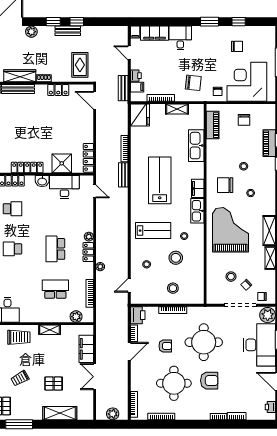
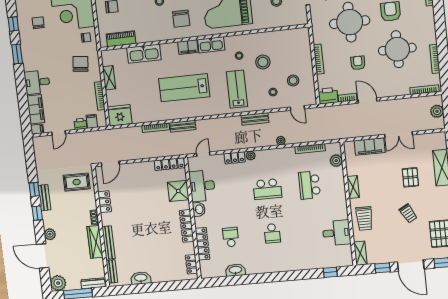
bench: (123, 88) -> (255, 119), moved
locker: (88, 252) -> (235, 158), moved
stool: (173, 288) -> (293, 81), moved
trolley: (19, 337) -> (364, 218), turned 180

